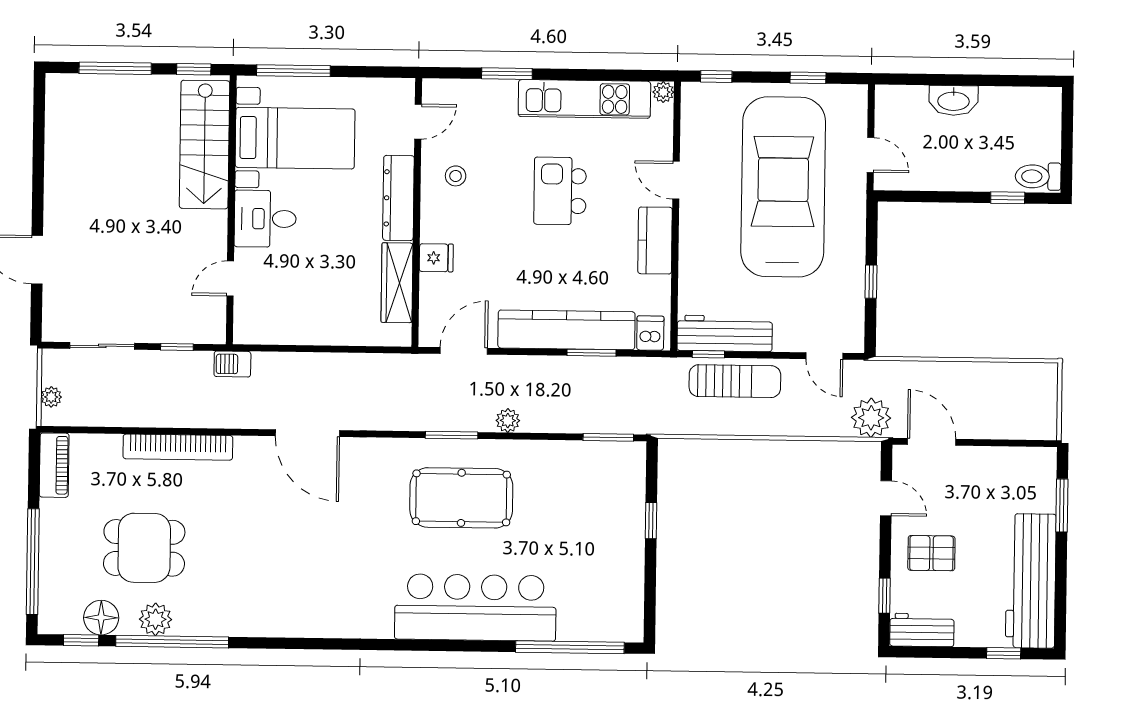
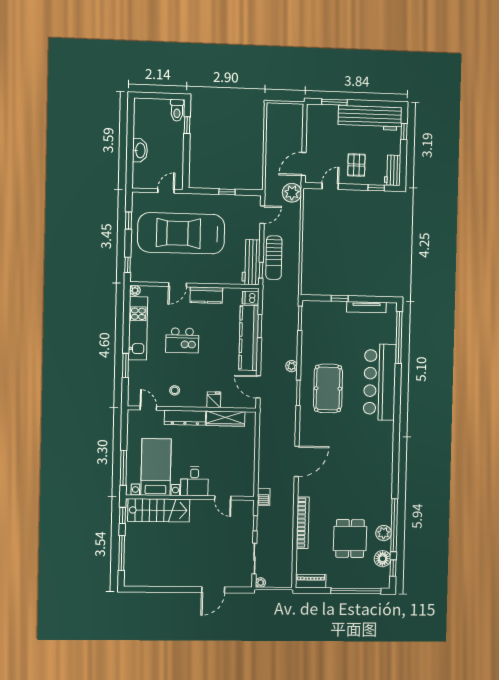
sun lounger: (735, 381) -> (274, 258), turned 180
plant: (51, 397) -> (260, 583), moved
tv unit: (633, 577) -> (366, 307), added

